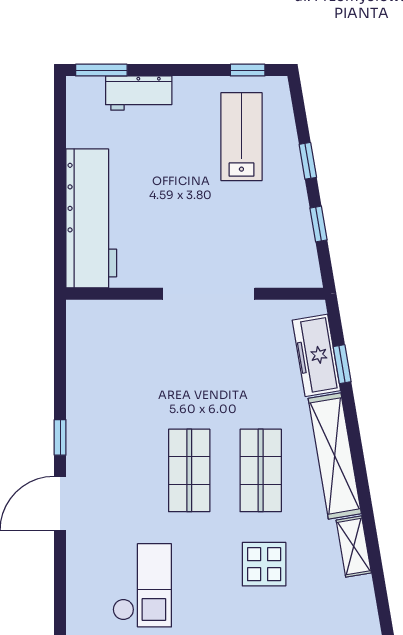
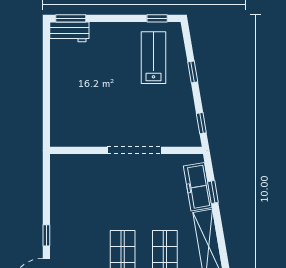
workbench: (139, 93) -> (69, 32), moved
workbench: (91, 218) -> (65, 106), removed
window: (318, 224) -> (201, 123), moved

